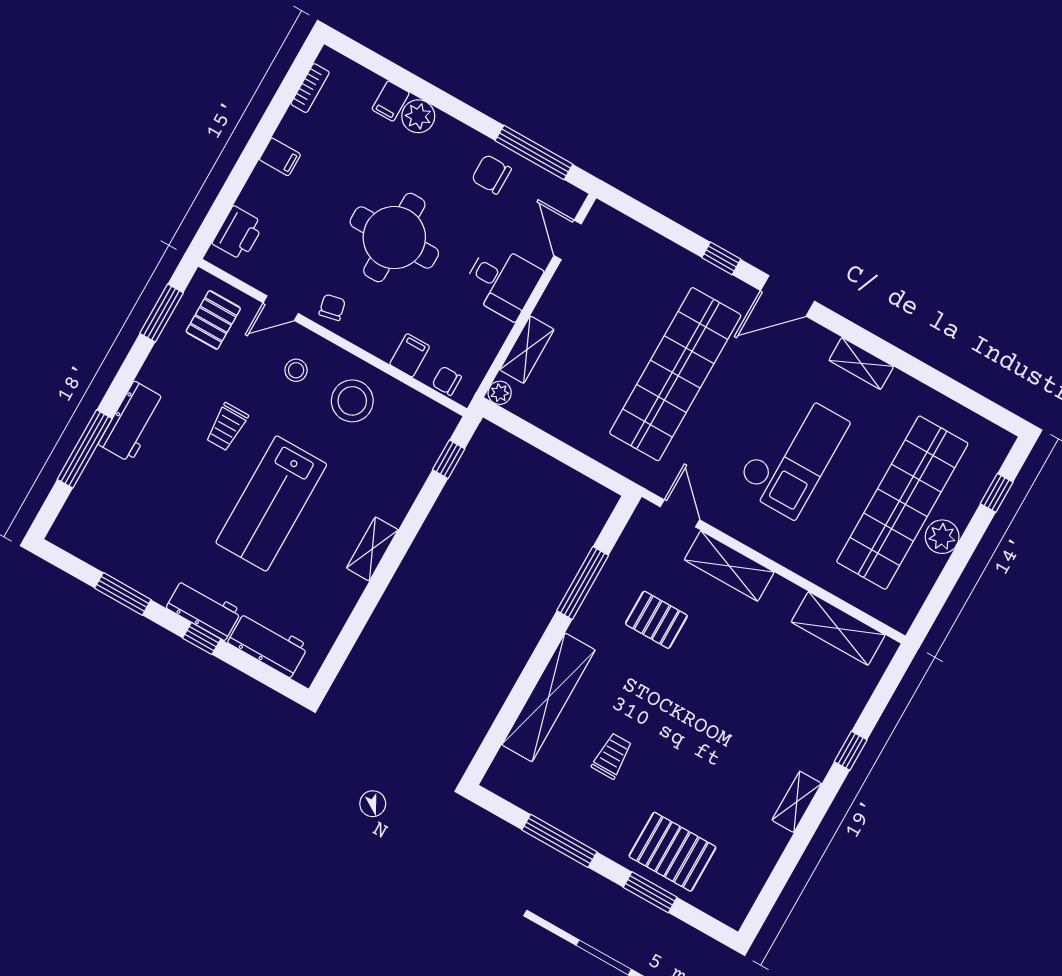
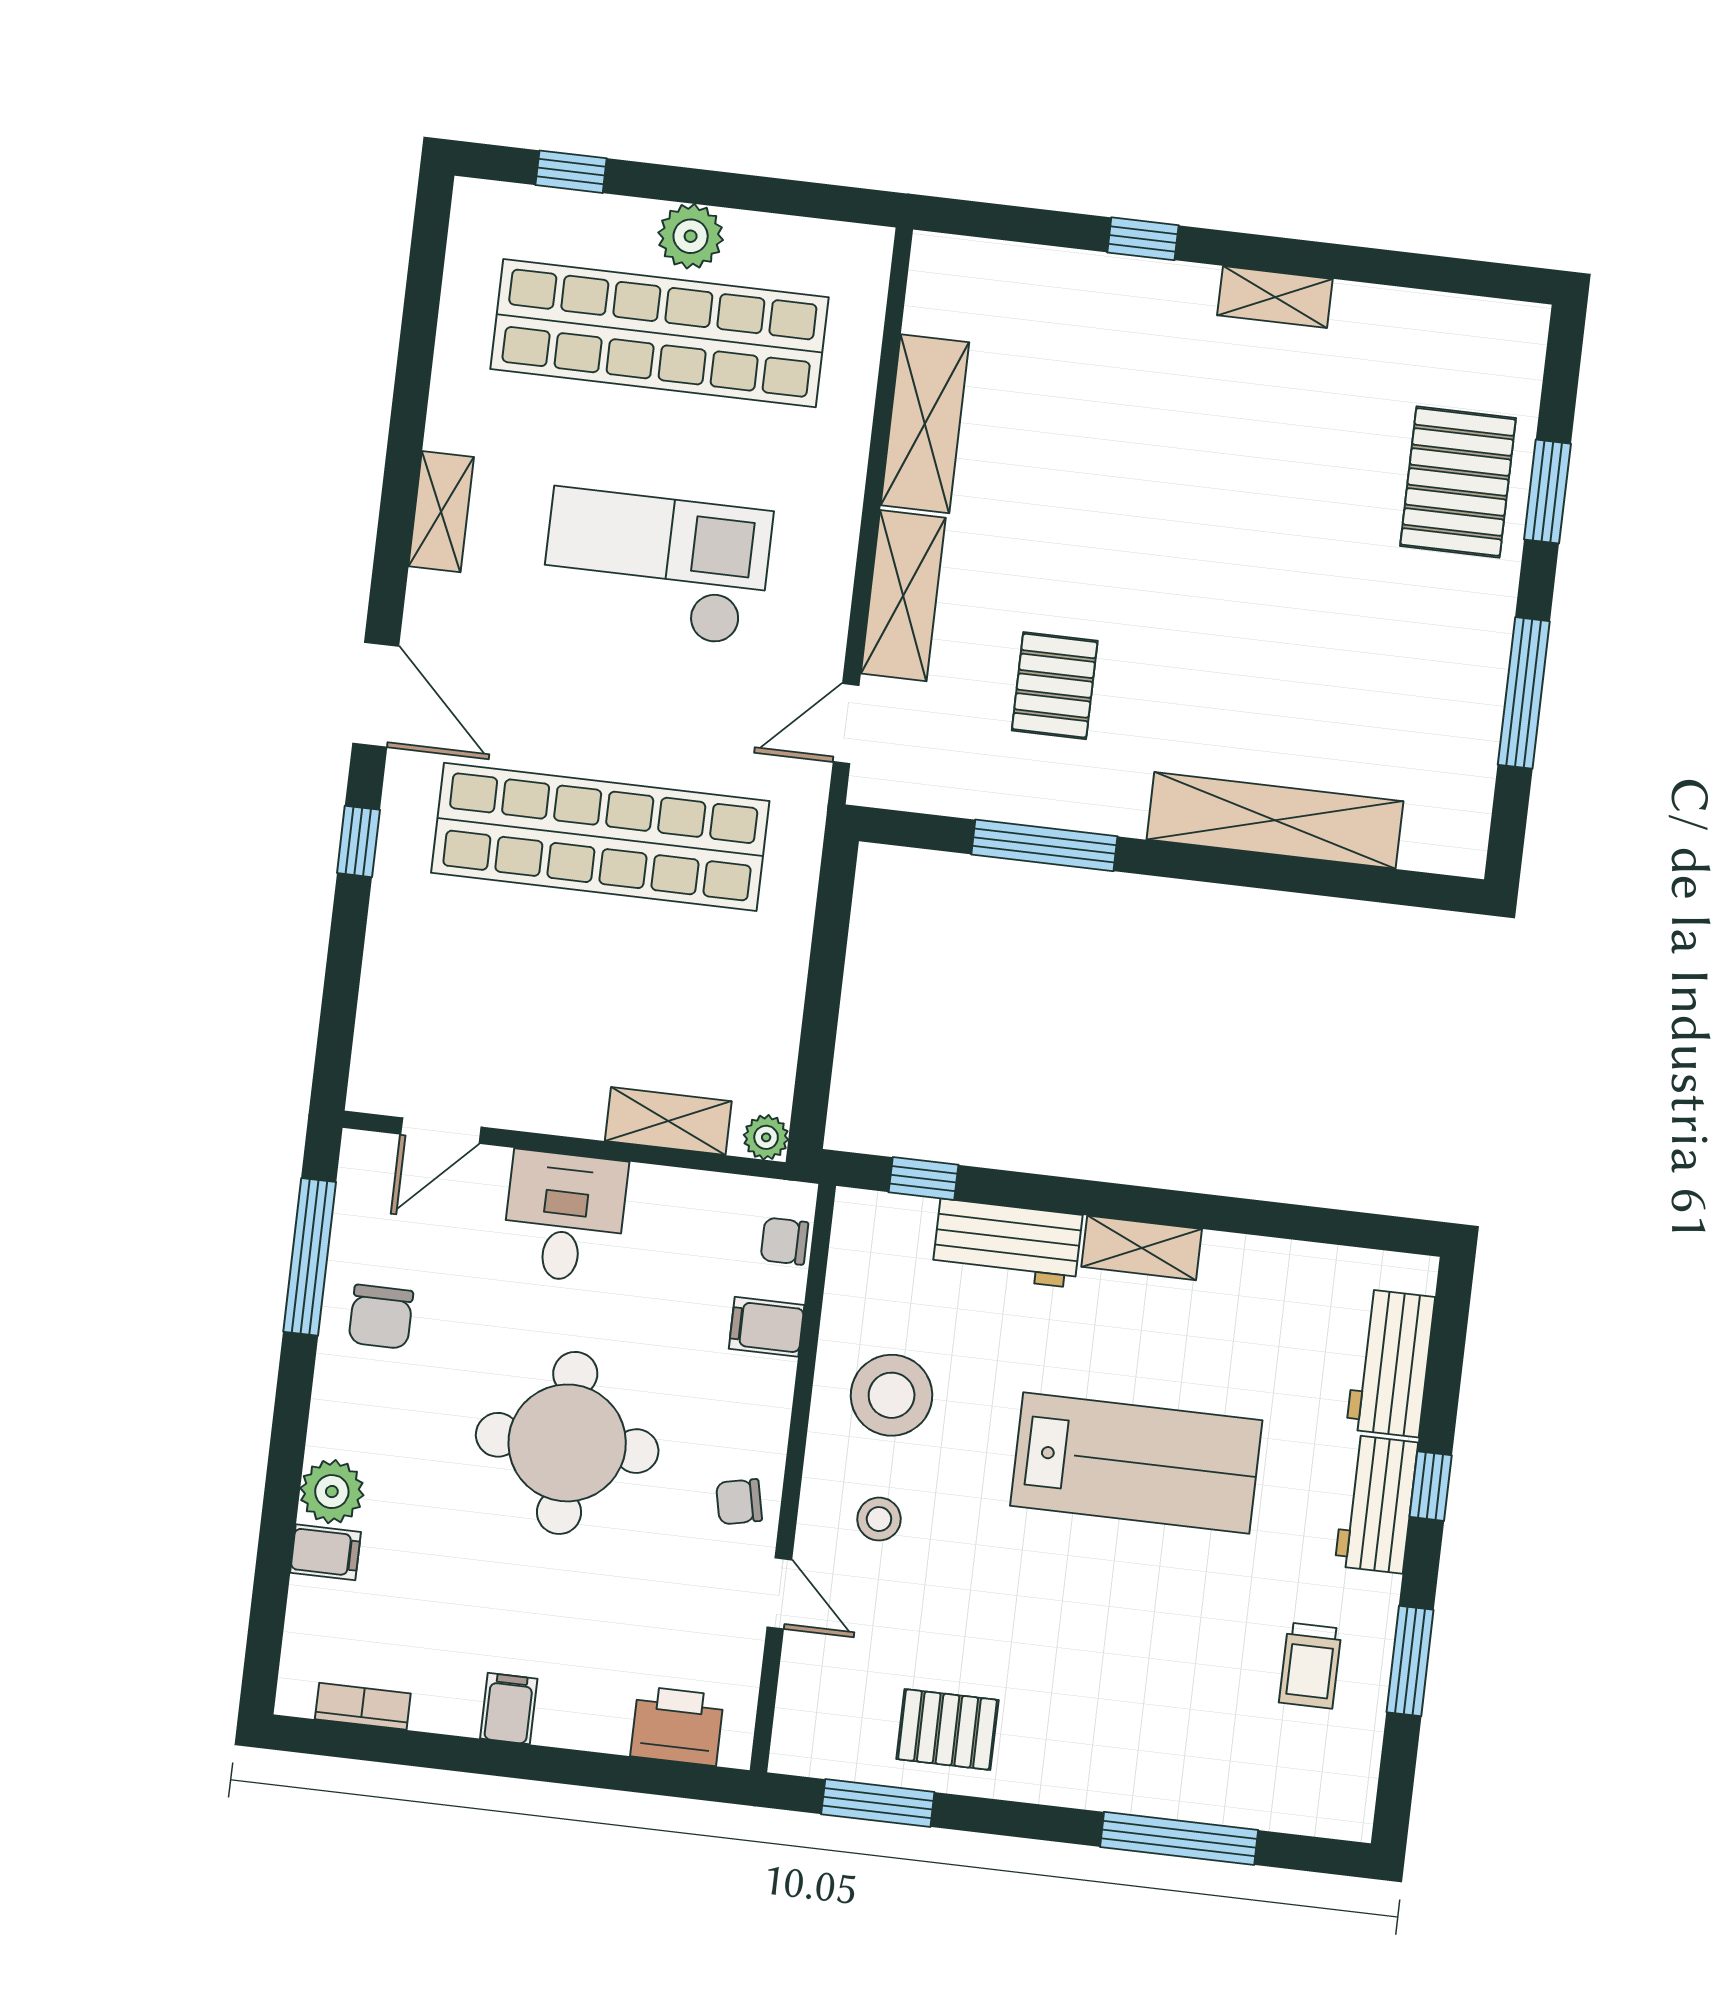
pallet: (213, 320) -> (947, 1730), moved
chair: (447, 381) -> (784, 1241), turned 90
workbench: (132, 422) -> (1007, 1243), moved, turned 180
trolley: (227, 427) -> (1310, 1666), moved, turned 90
shelving: (838, 628) -> (925, 424), moved
trolley: (612, 756) -> (1332, 663), removed

